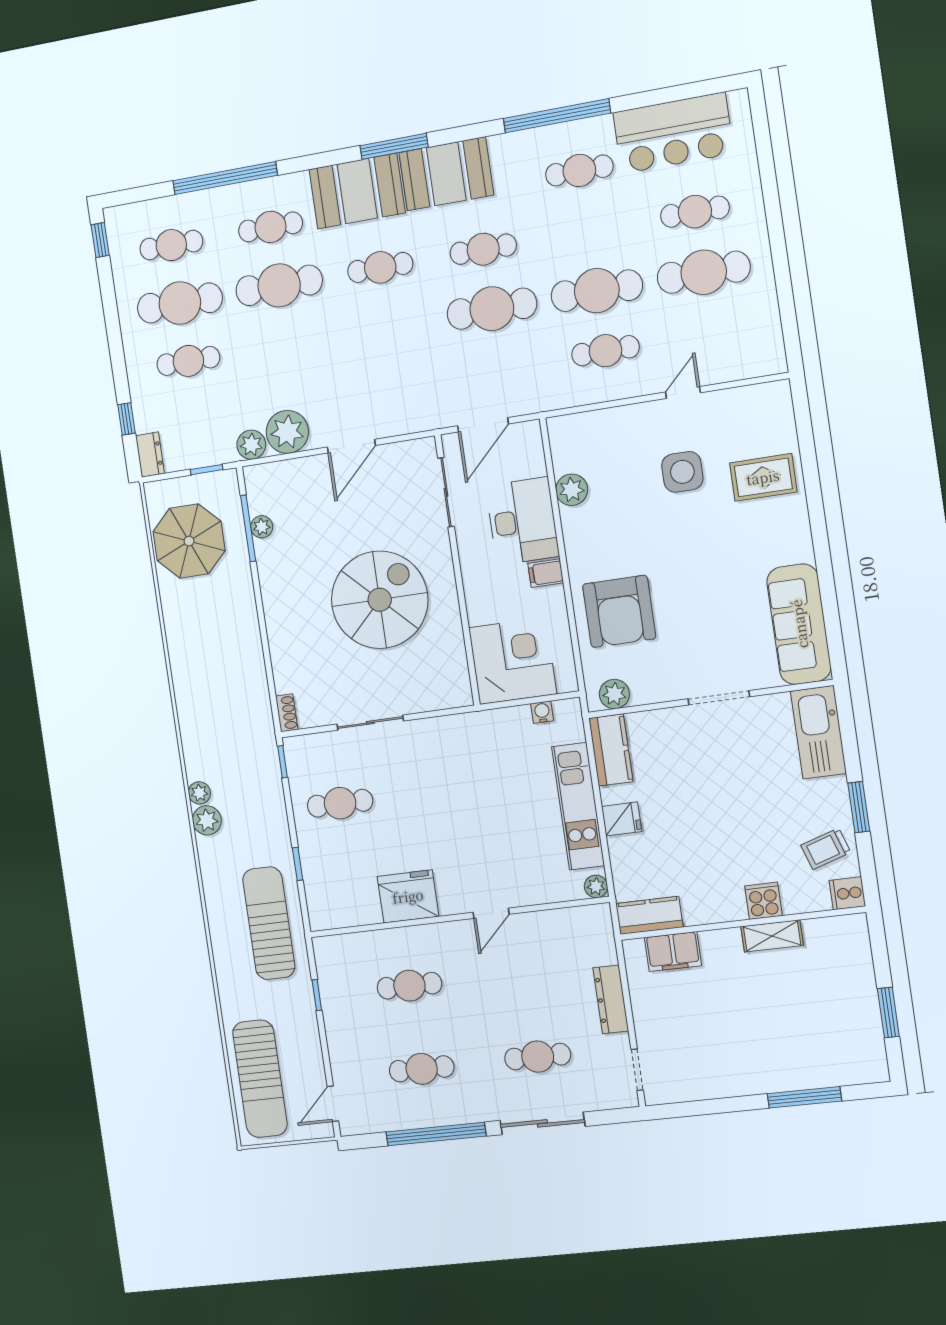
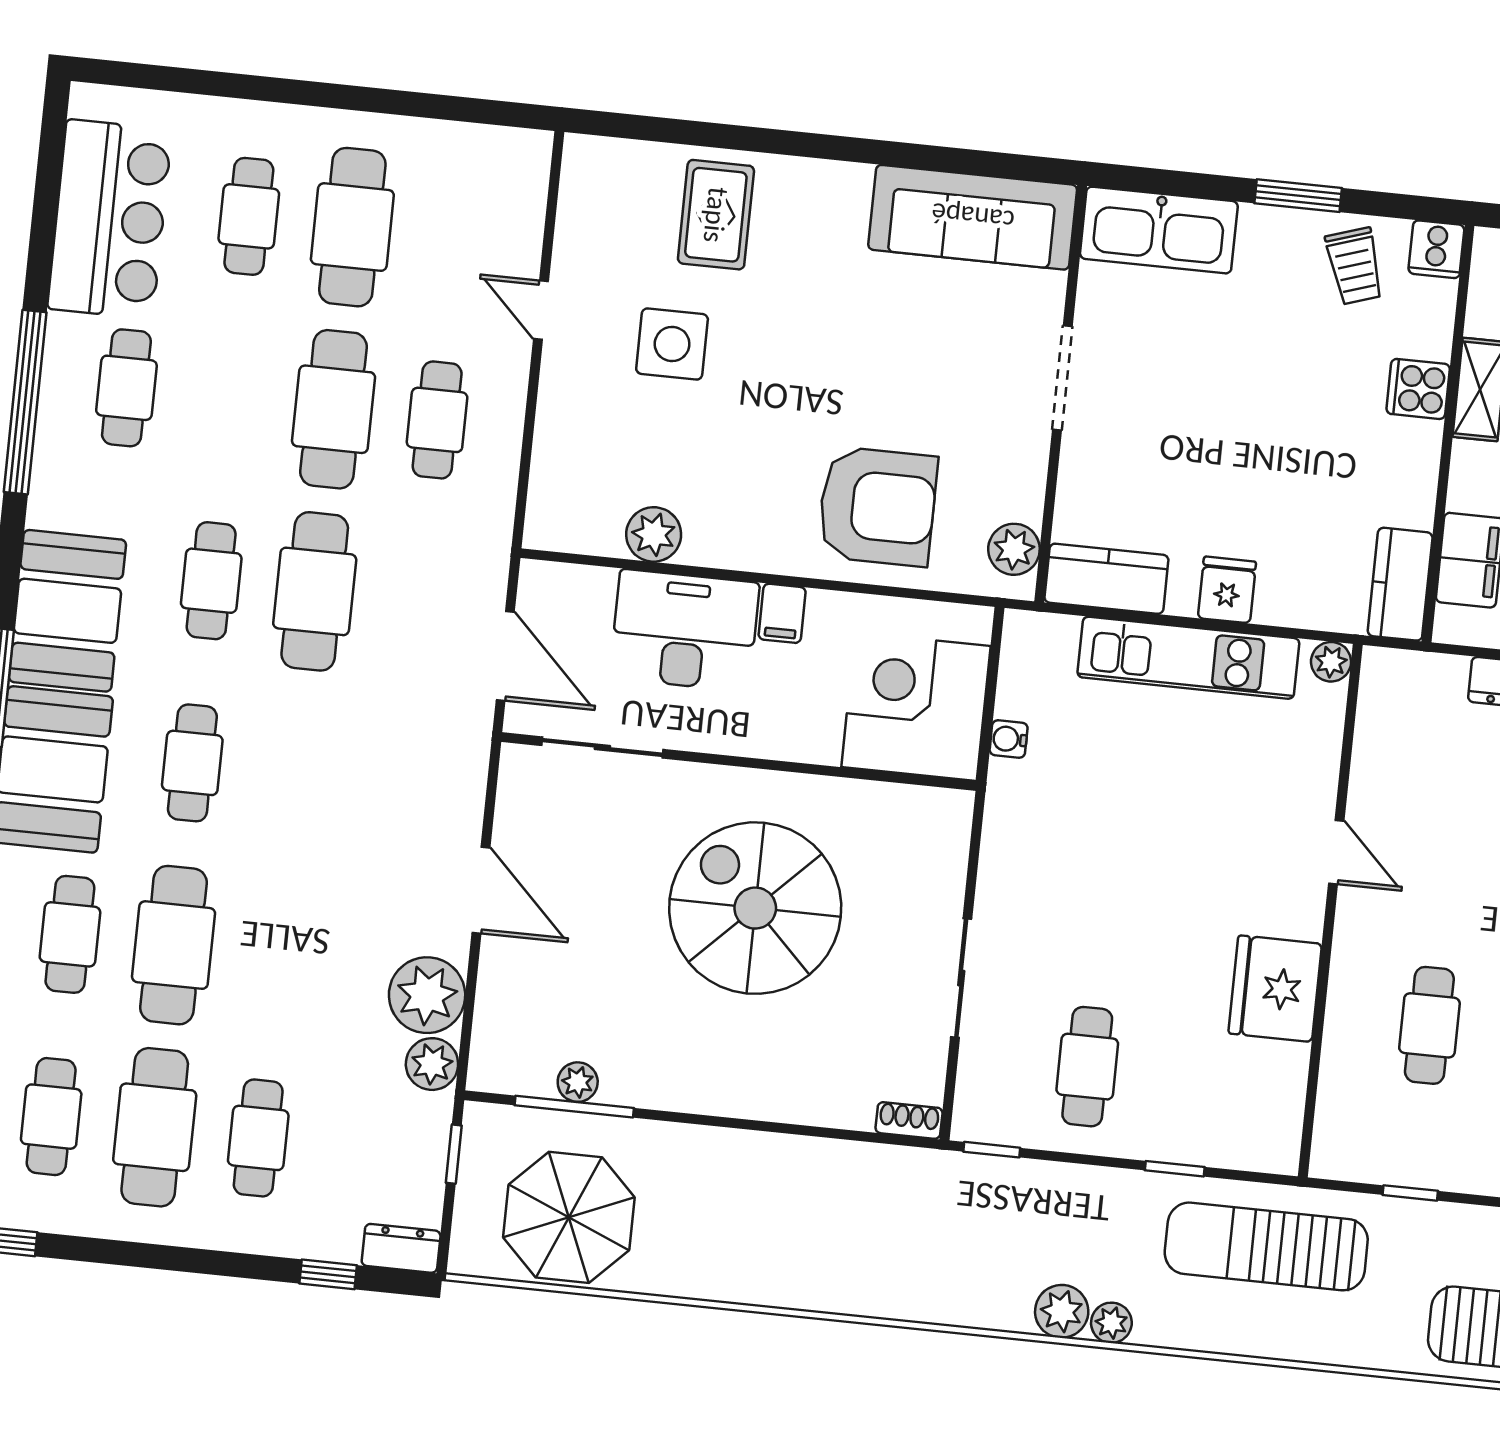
water cooler: (542, 712) -> (1009, 739), moved
plant: (199, 793) -> (1111, 1323), moved

